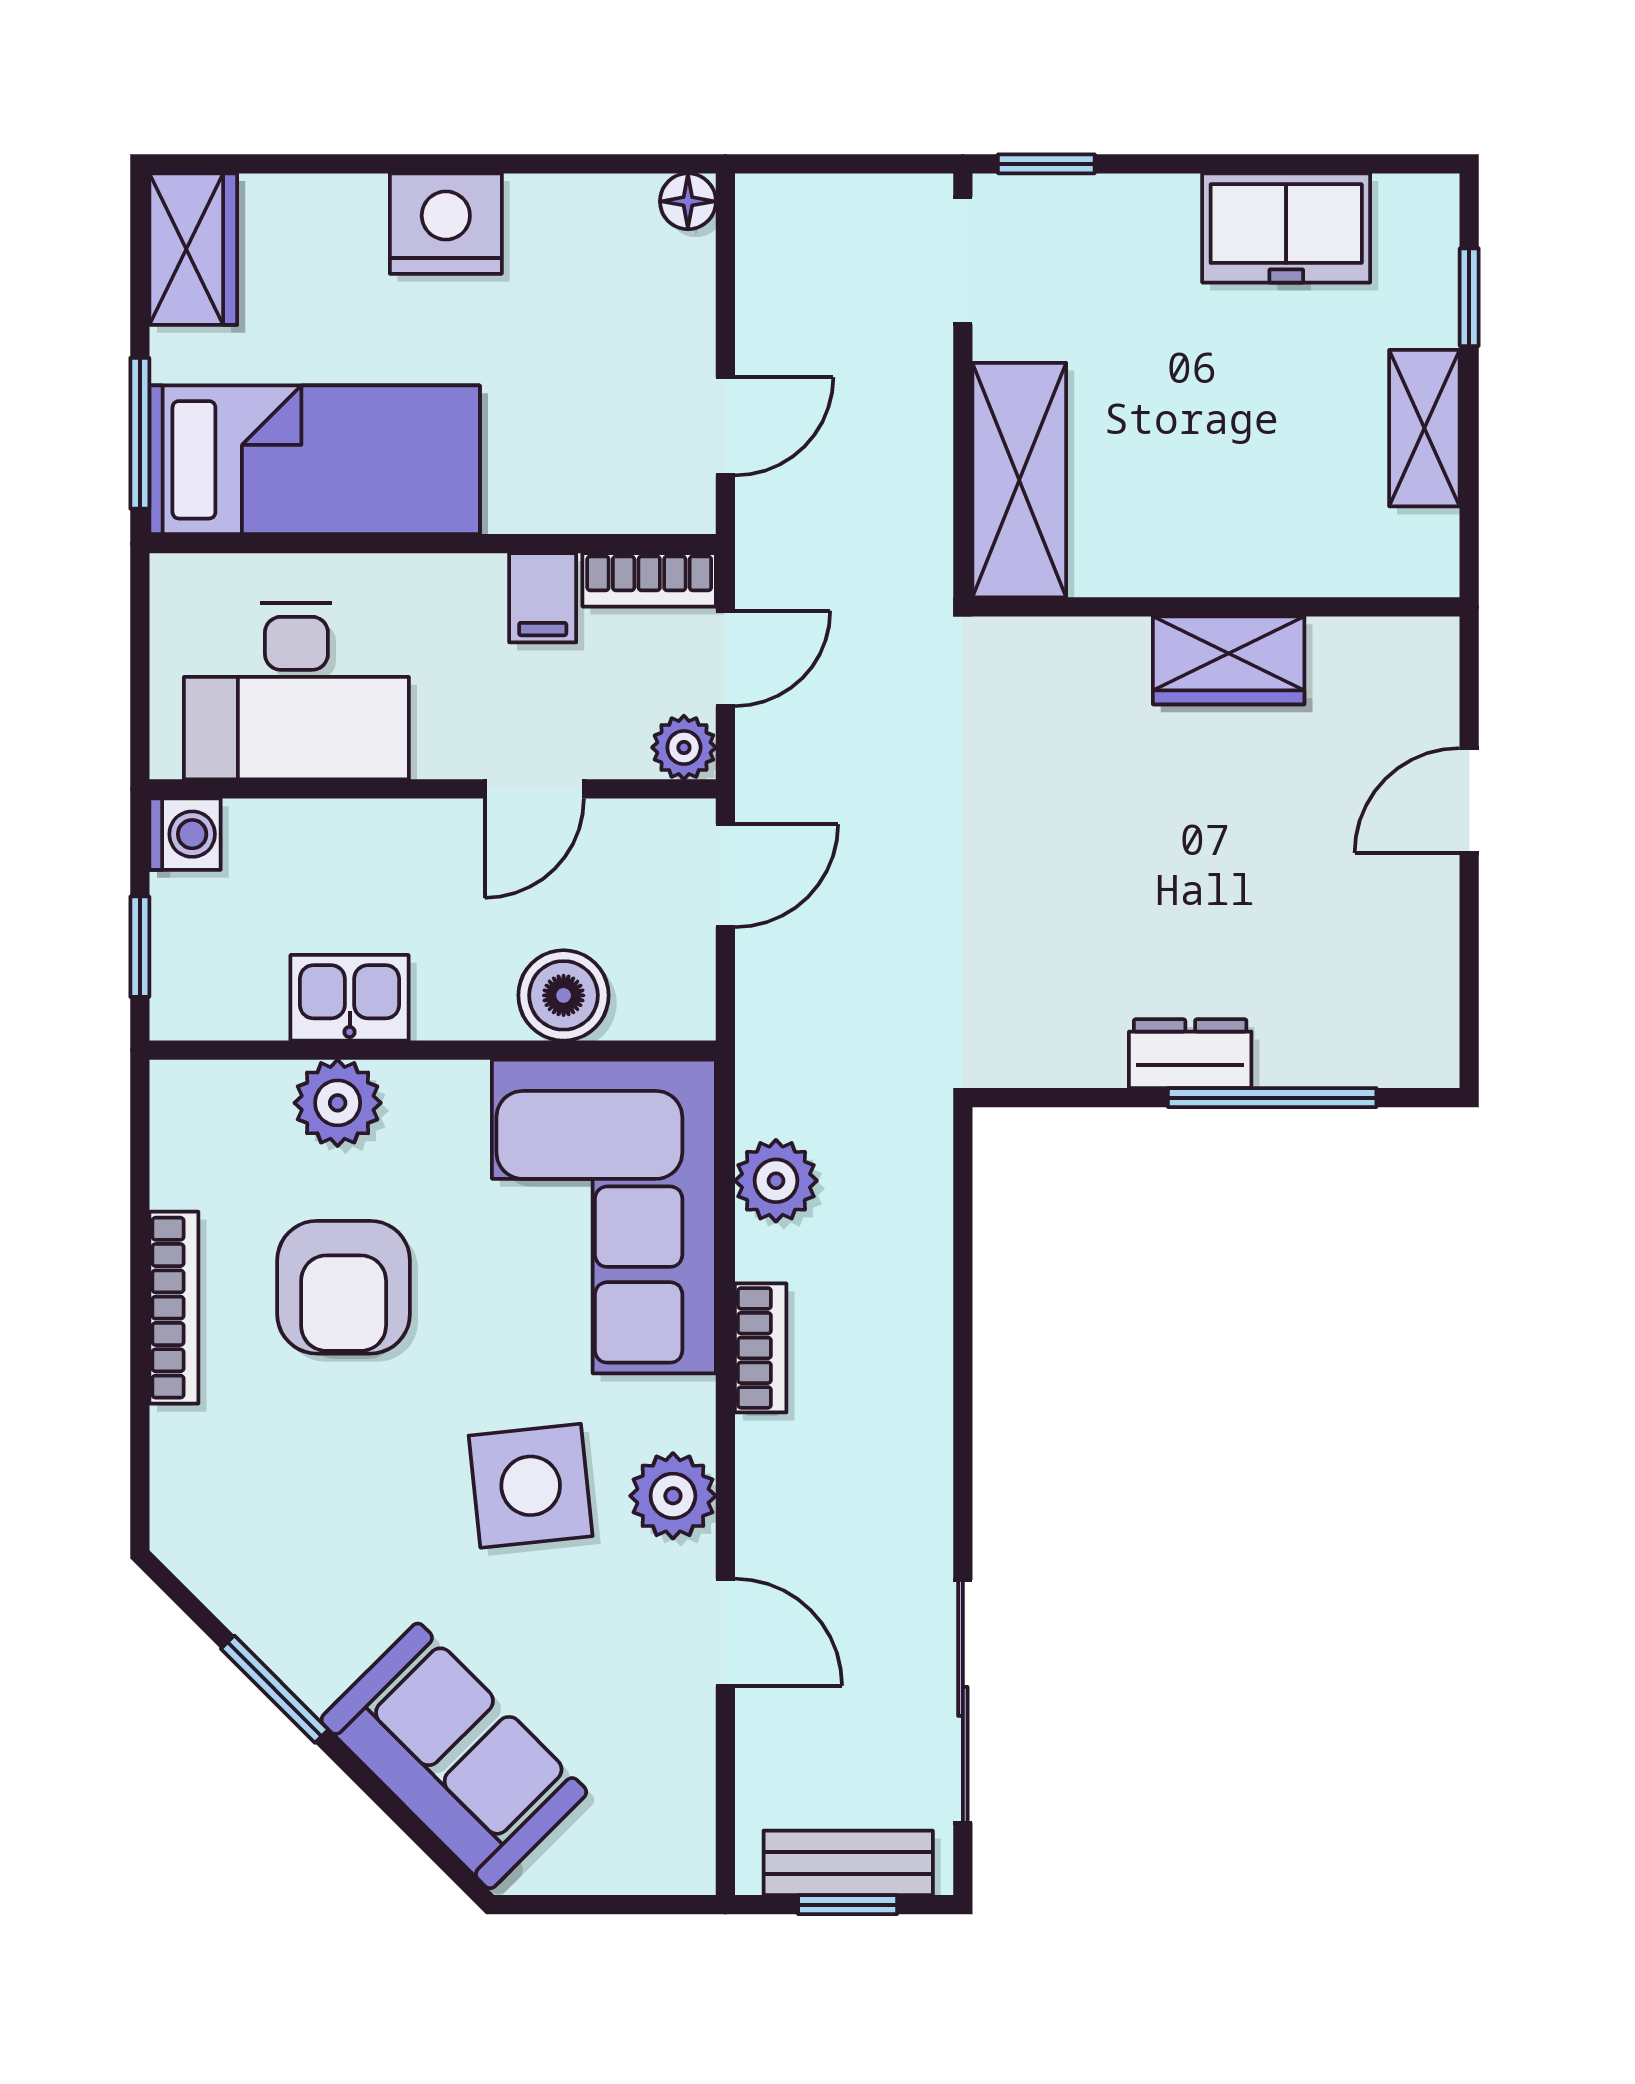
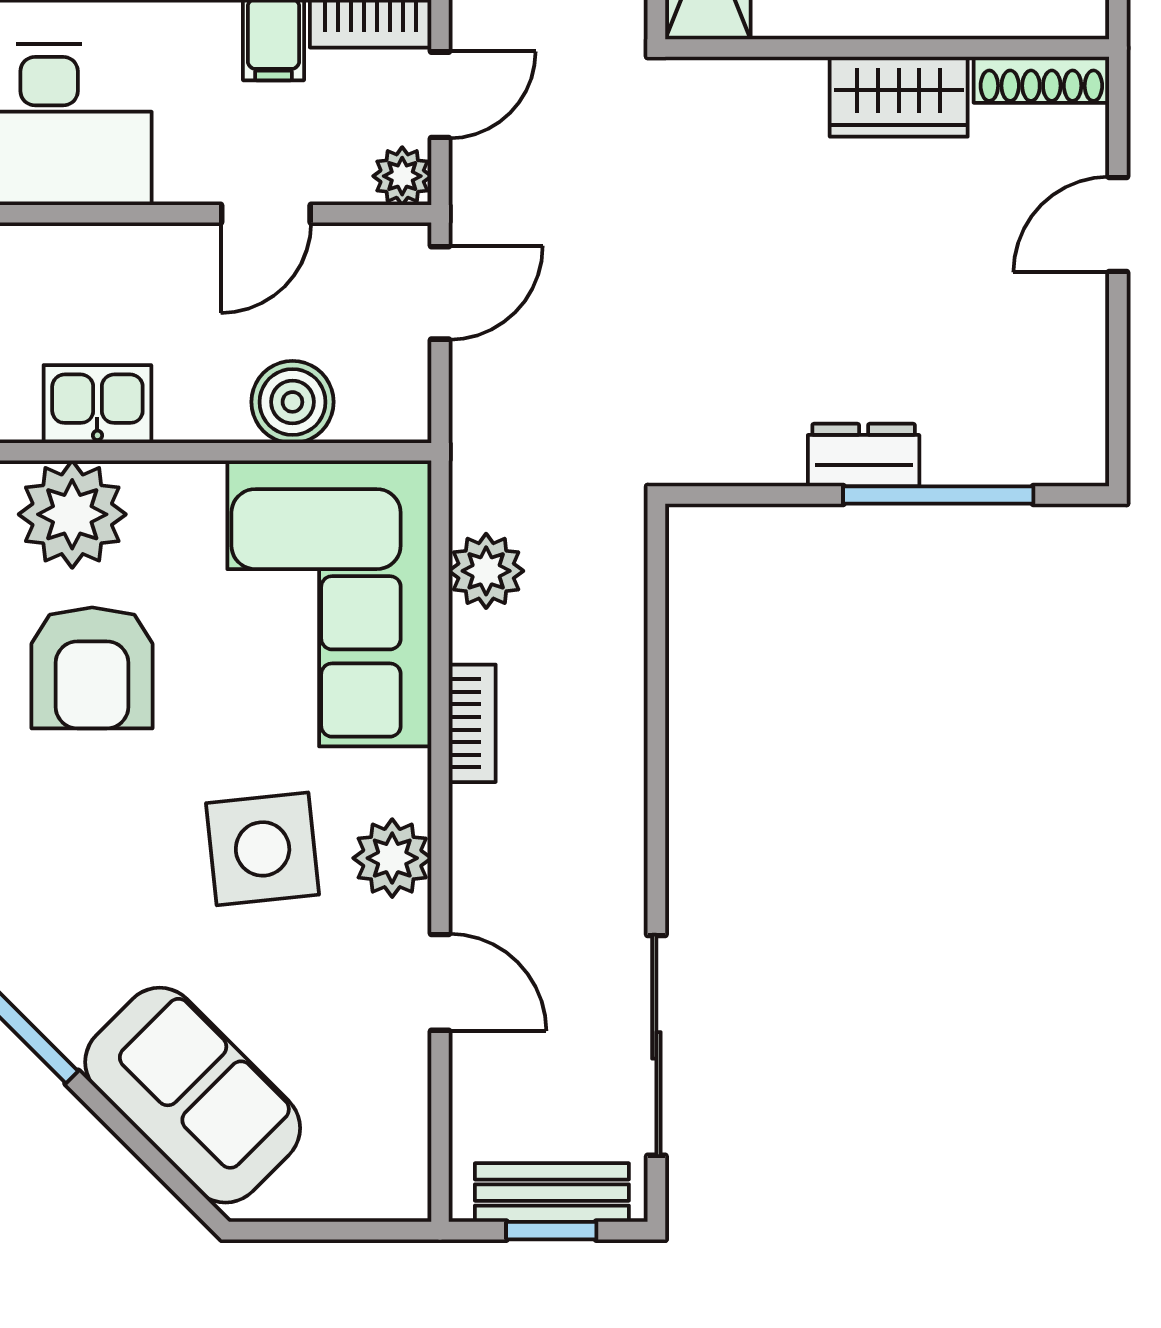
shoe rack: (1385, 642) -> (1041, 80), added
plant: (338, 1103) -> (72, 514), width x1.36, depth x1.36

